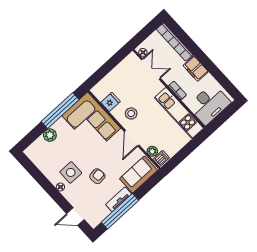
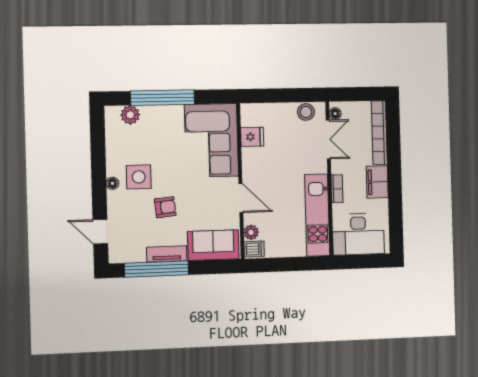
window: (60, 111) -> (163, 98), moved
stool: (131, 114) -> (306, 112), moved
plant: (50, 135) -> (130, 115), moved
door: (132, 138) -> (241, 198), swing flipped

